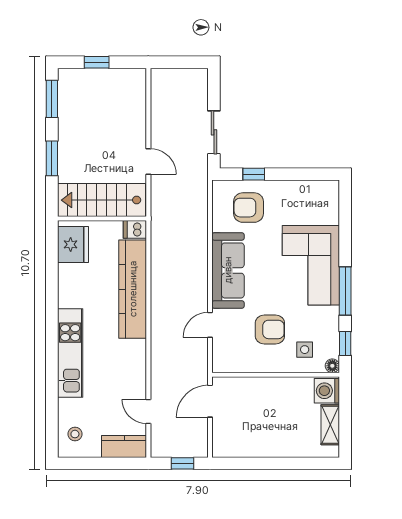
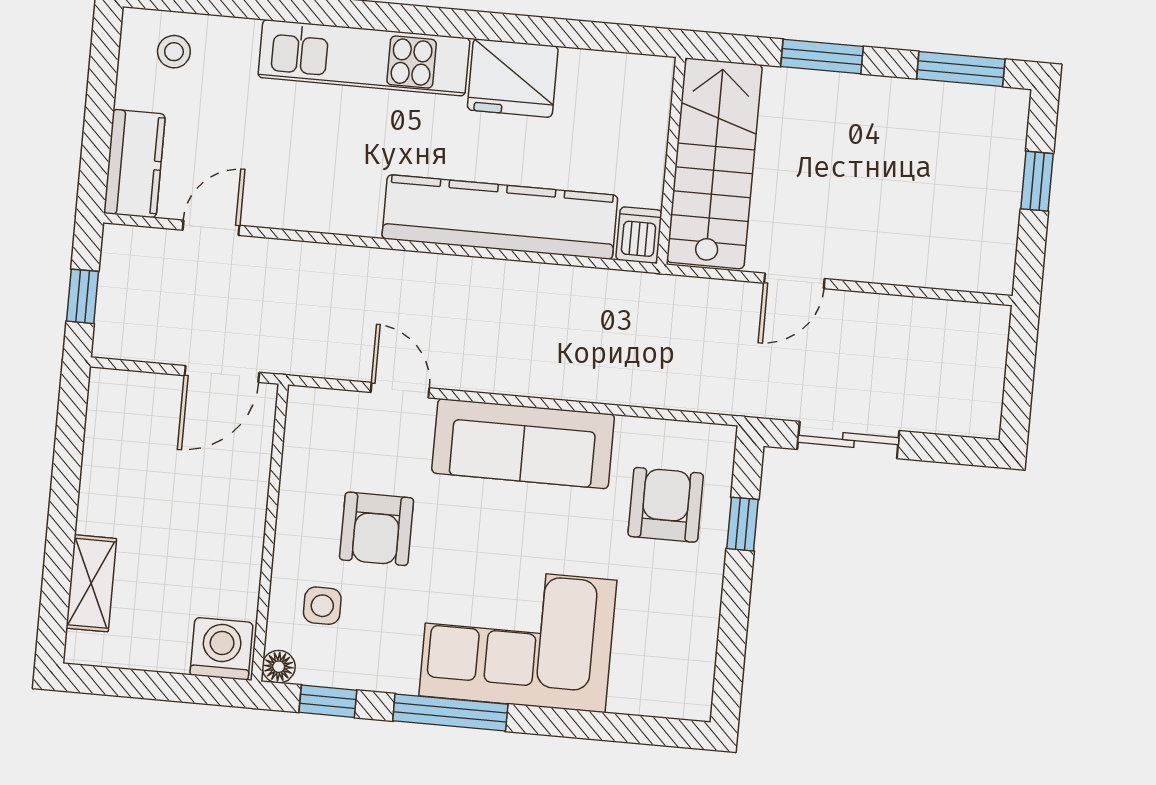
fridge: (73, 244) -> (513, 78), moved
door: (210, 401) -> (222, 374), swing flipped
shelving: (330, 425) -> (91, 583), moved, turned 90

